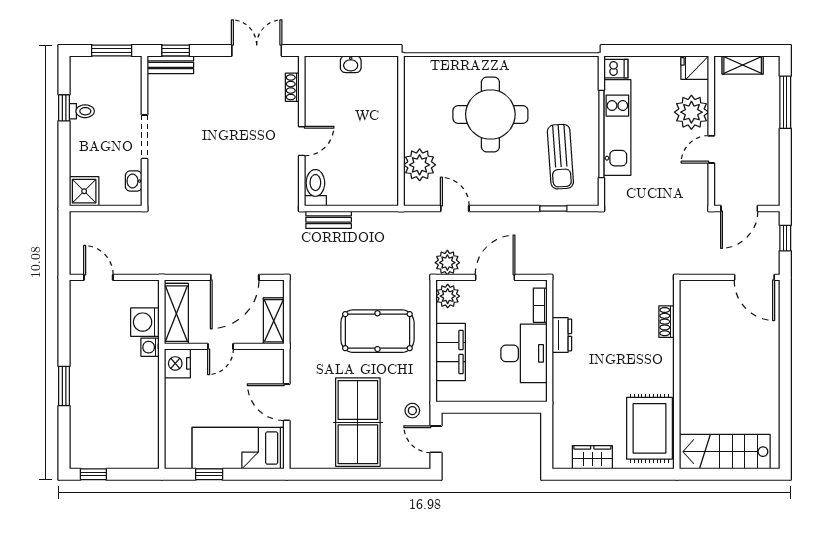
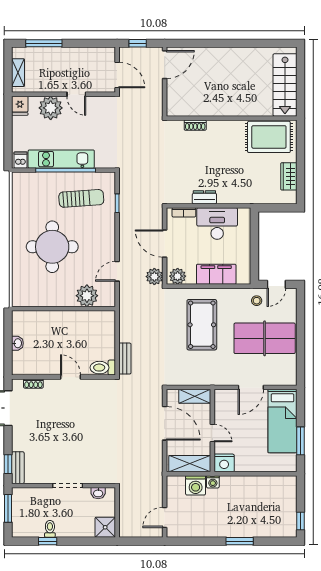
window: (209, 474) -> (301, 441), width x1.50

